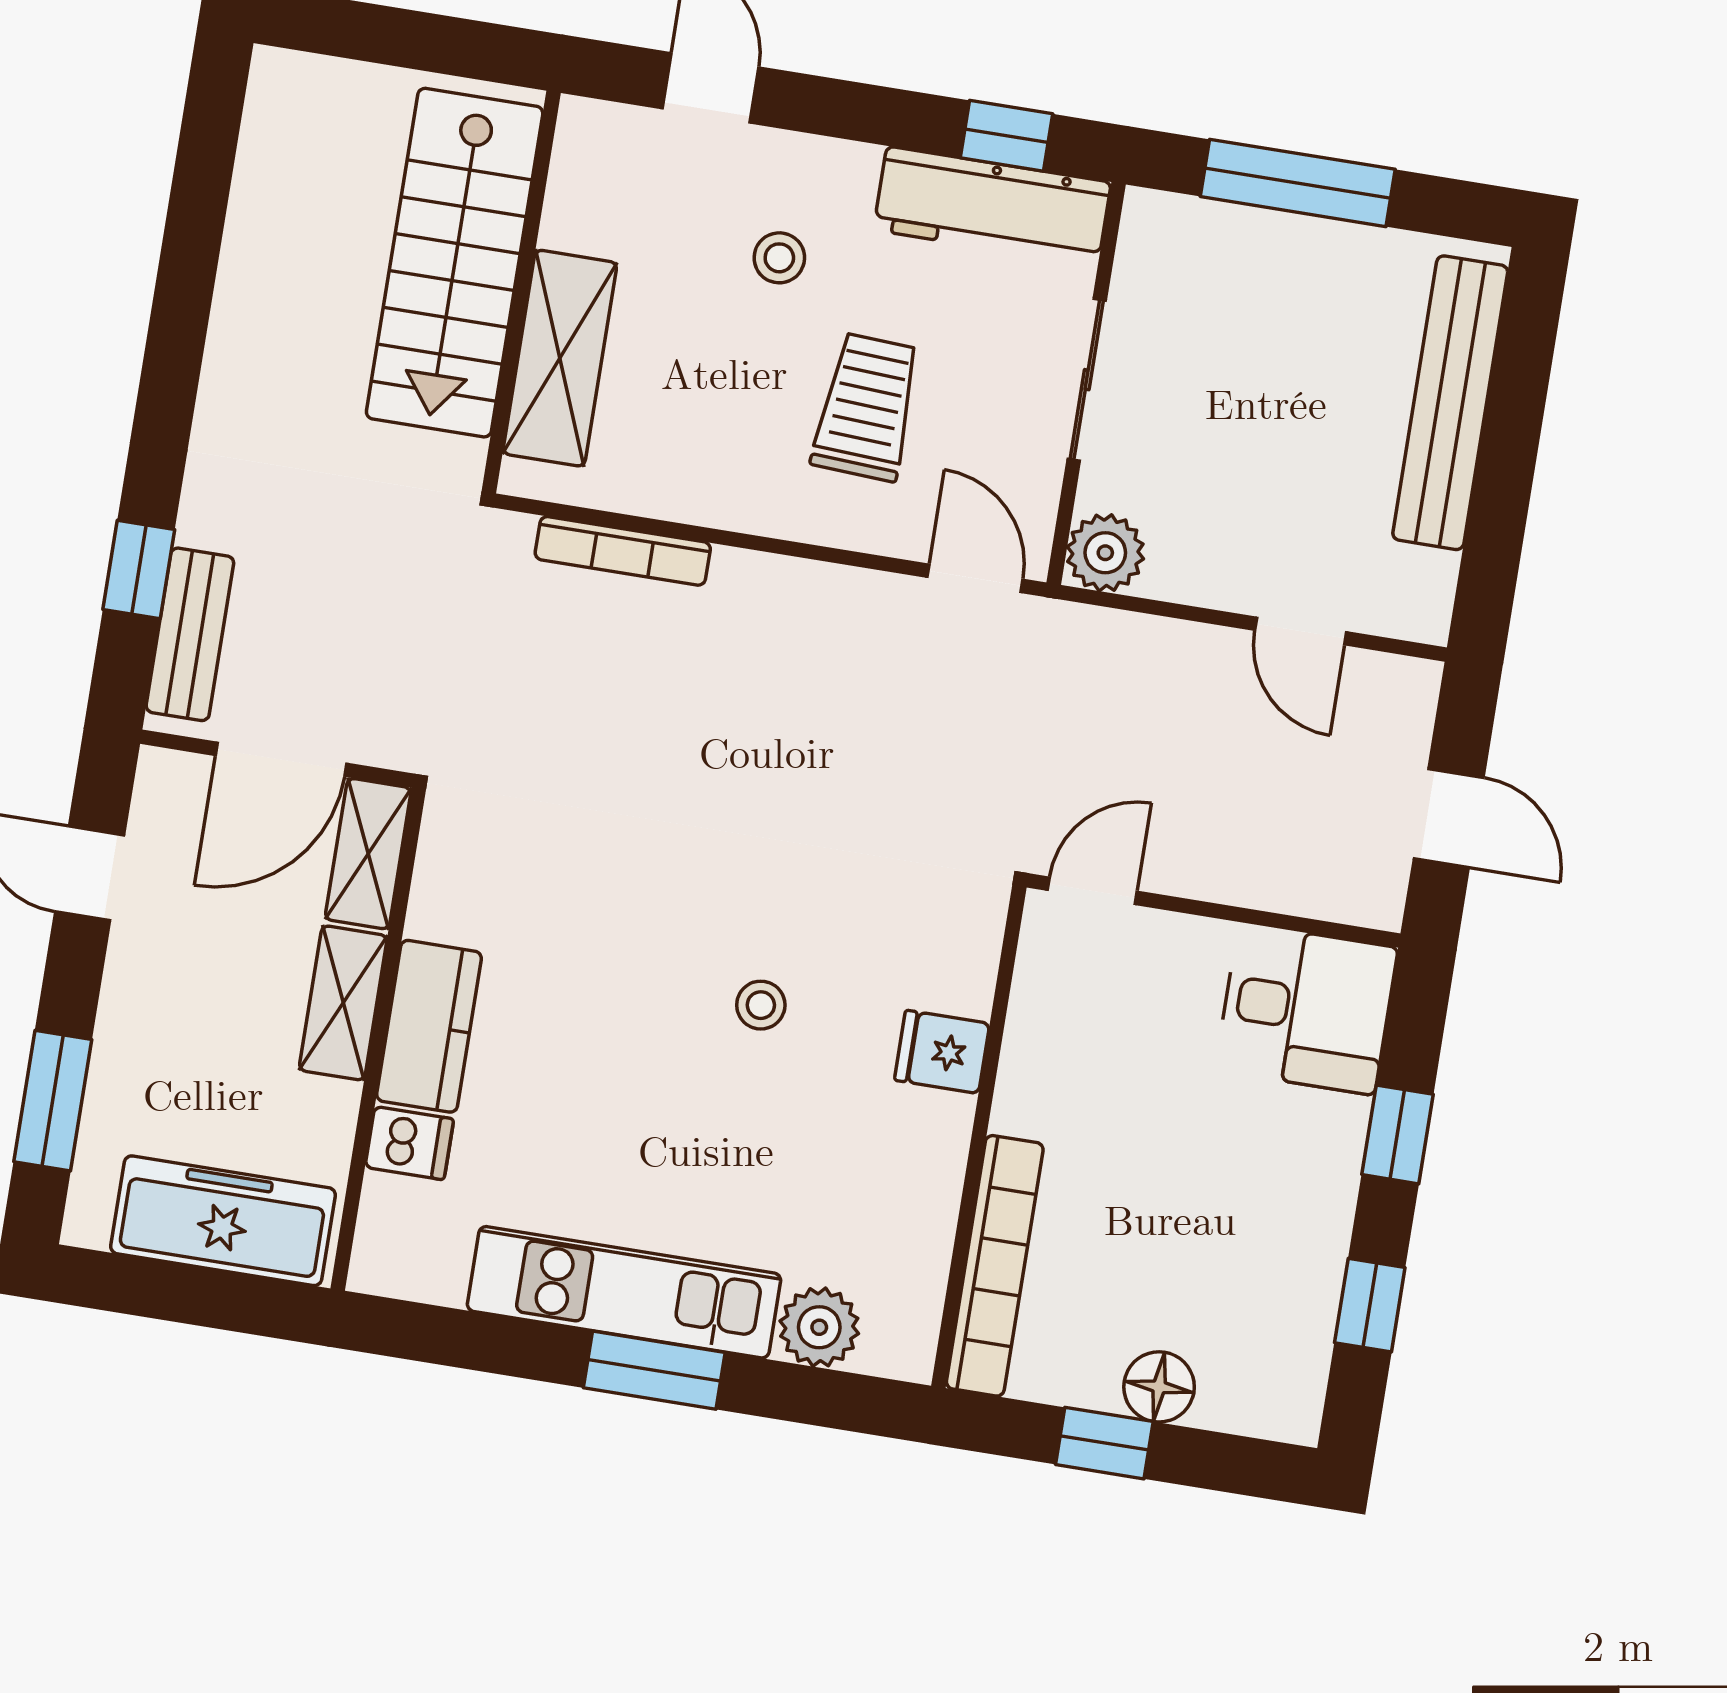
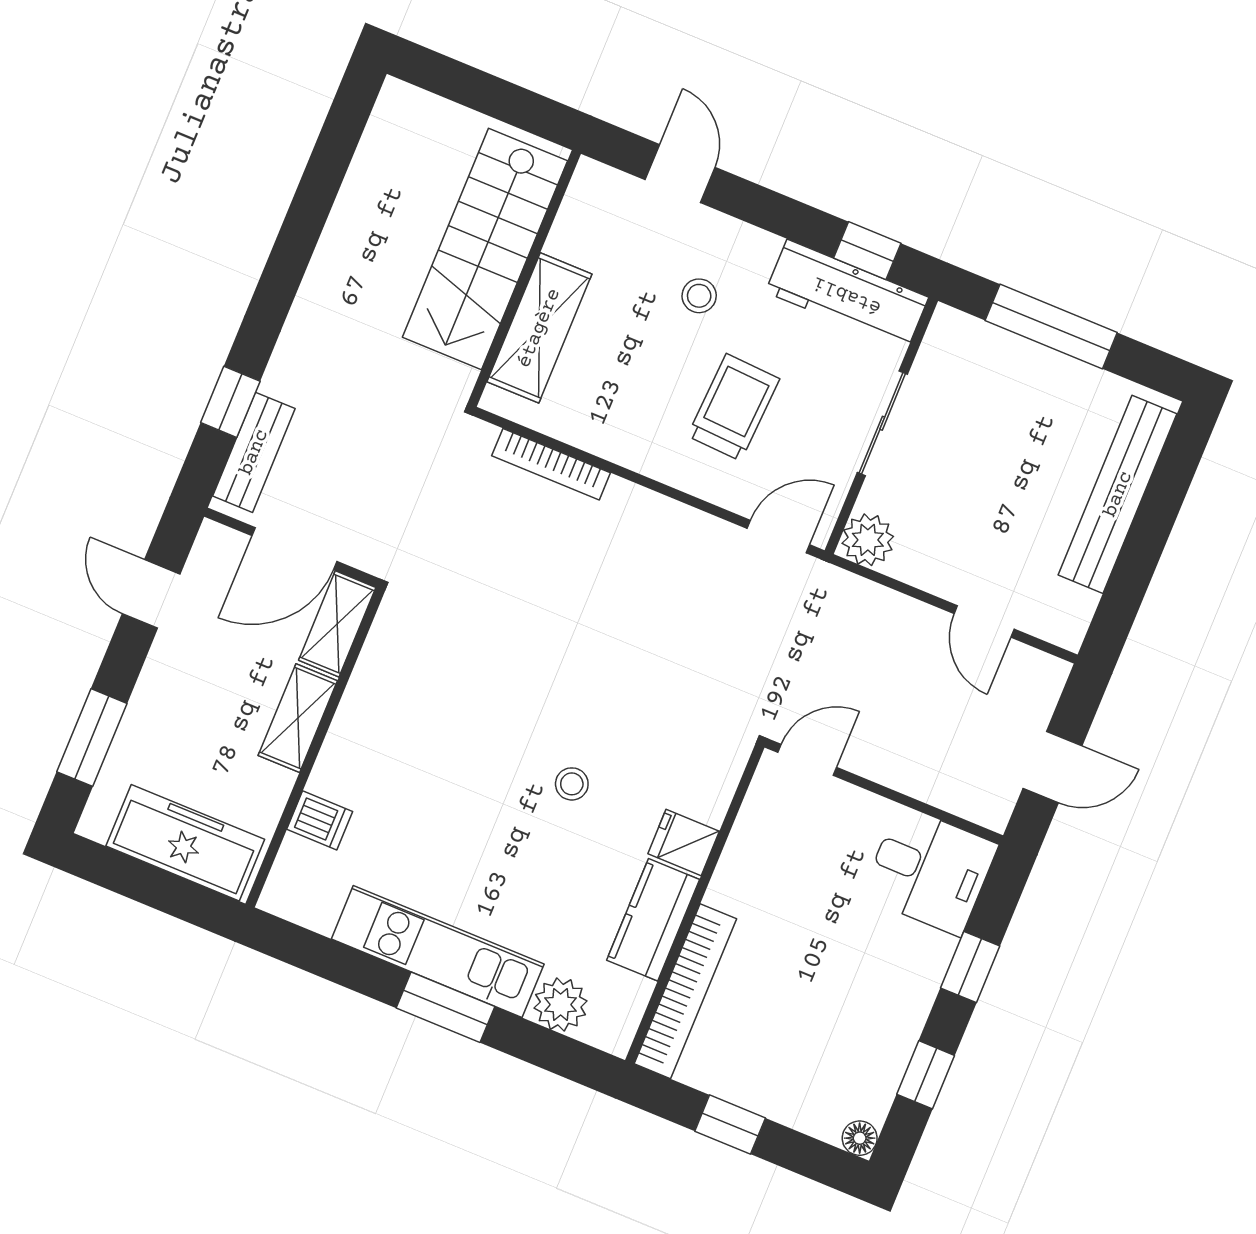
door: (975, 578) -> (778, 537), hinge flipped
door: (1449, 818) -> (1053, 767), hinge flipped
kitchen counter: (429, 1026) -> (653, 920), moved, turned 180
floor lamp: (1159, 1387) -> (860, 1138), moved, width x0.73, depth x0.73

